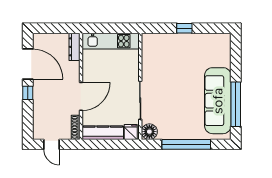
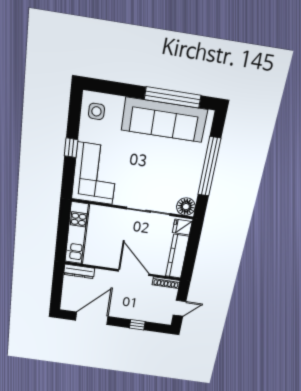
side table: (216, 46) -> (96, 111), added
corner sofa: (166, 51) -> (95, 174), added
window: (28, 93) -> (137, 325), moved

